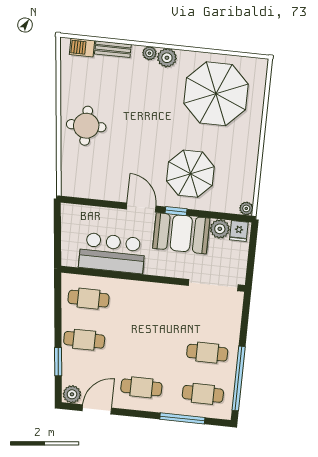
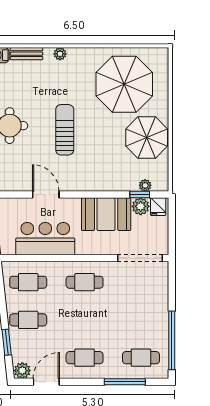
plant: (167, 58) -> (76, 56), removed
sun lounger: (146, 137) -> (65, 130), added
parasol: (190, 174) -> (147, 138), moved
door: (141, 208) -> (46, 195), moved
plant: (246, 208) -> (145, 185), moved
window: (176, 211) -> (140, 195), moved
cafe table: (207, 353) -> (85, 282), moved

